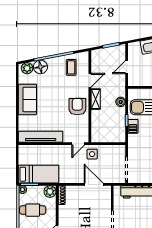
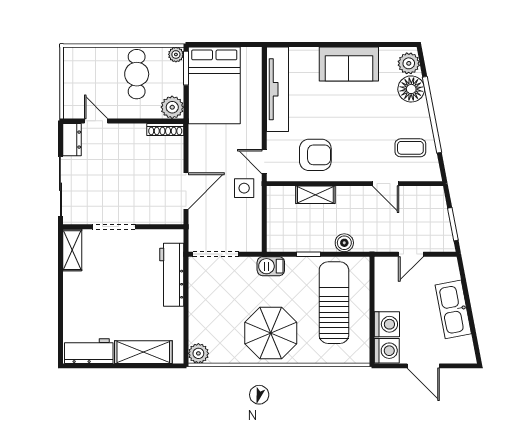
door: (127, 67) -> (411, 254), swing flipped
shelving: (96, 99) -> (315, 195), moved
armchair: (77, 107) -> (315, 155), moved
barbecue: (133, 126) -> (271, 266), moved
bed: (39, 174) -> (214, 85), width x1.50

